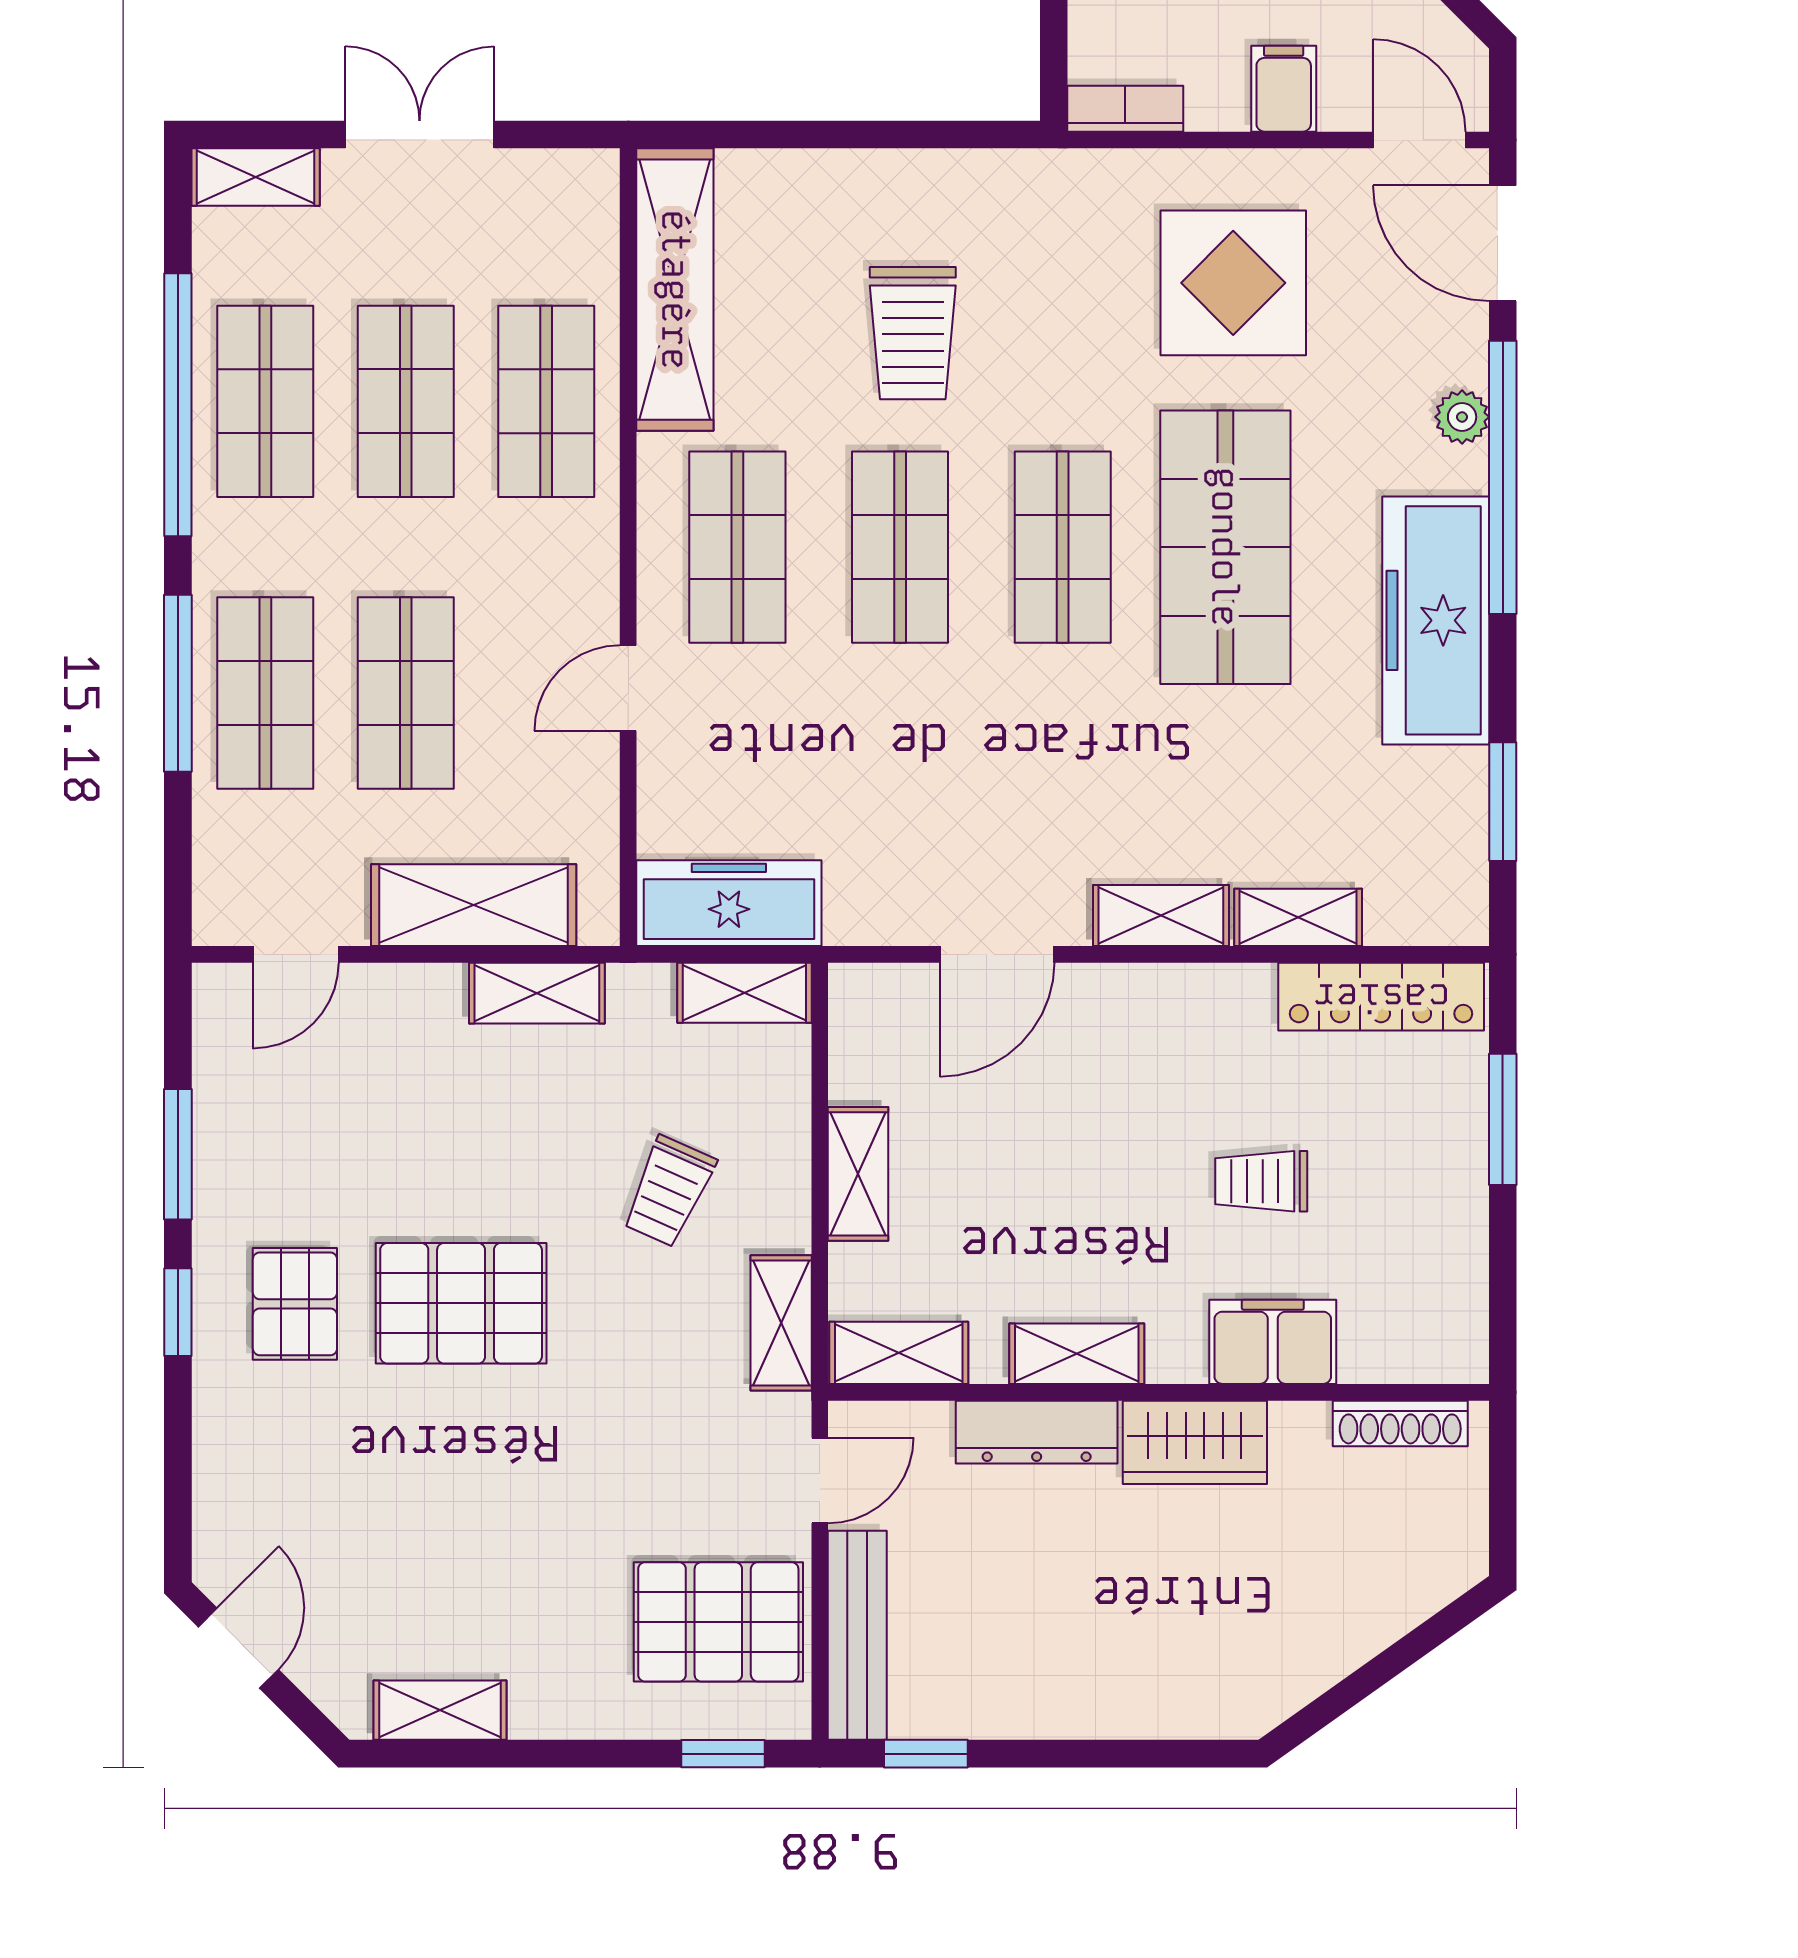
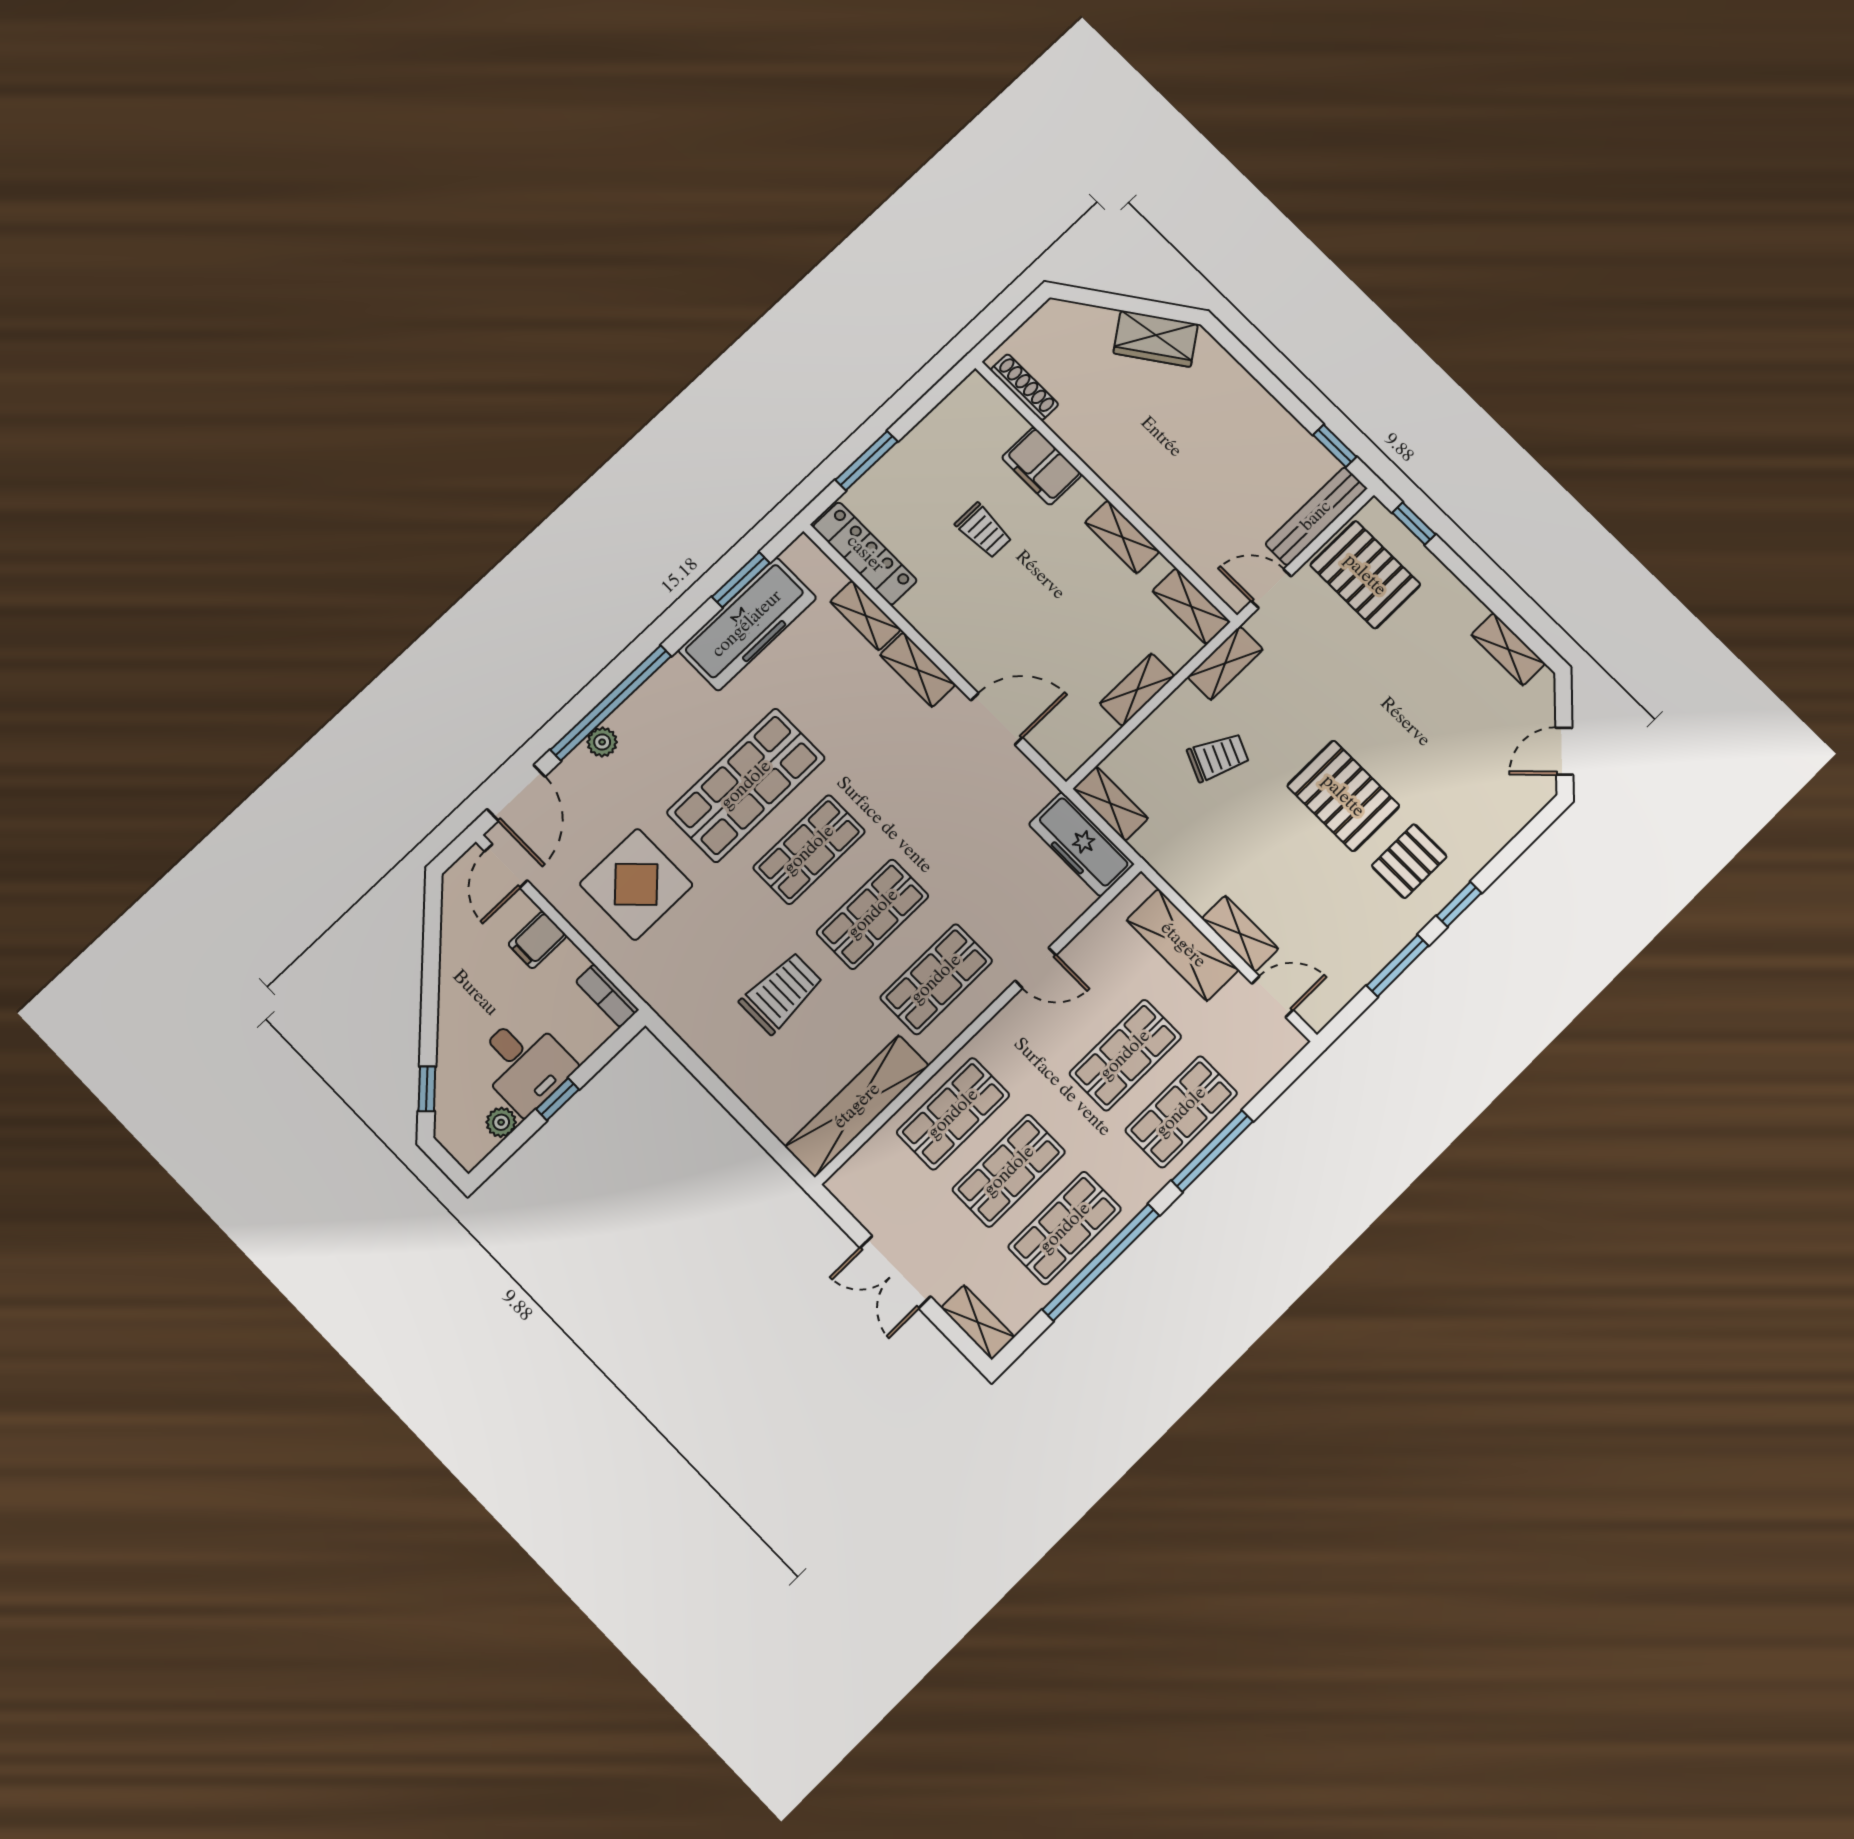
freezer: (1436, 620) -> (747, 624), moved
shelving: (537, 993) -> (1240, 934), moved
dresser: (1037, 1432) -> (1168, 523), removed
wardrobe: (1195, 1442) -> (1156, 339), moved, turned 145

